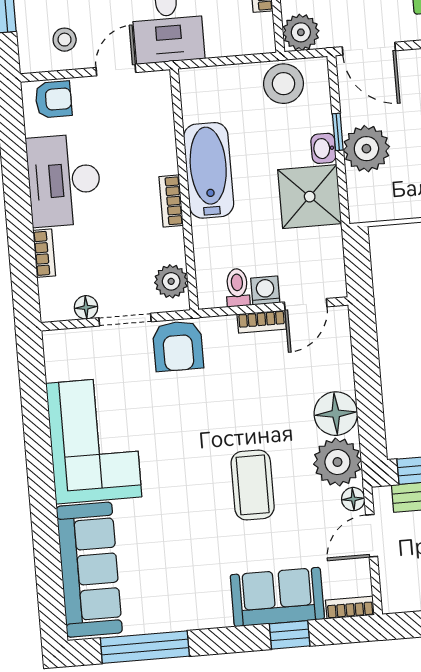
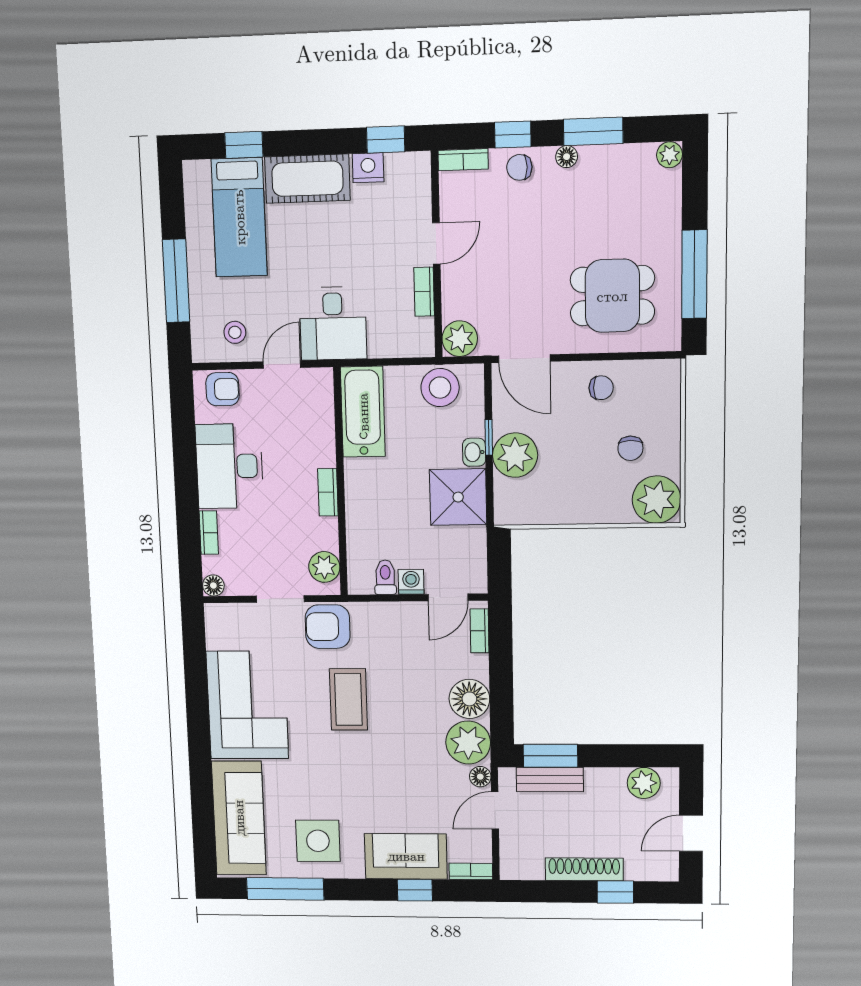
bathtub: (209, 170) -> (363, 412), moved
floor lamp: (86, 307) -> (213, 585), moved
bookcase: (262, 322) -> (479, 631), moved, turned 90
armchair: (178, 346) -> (328, 627), turned 90
coffee table: (253, 485) -> (348, 699), moved
side table: (179, 588) -> (318, 841), added

